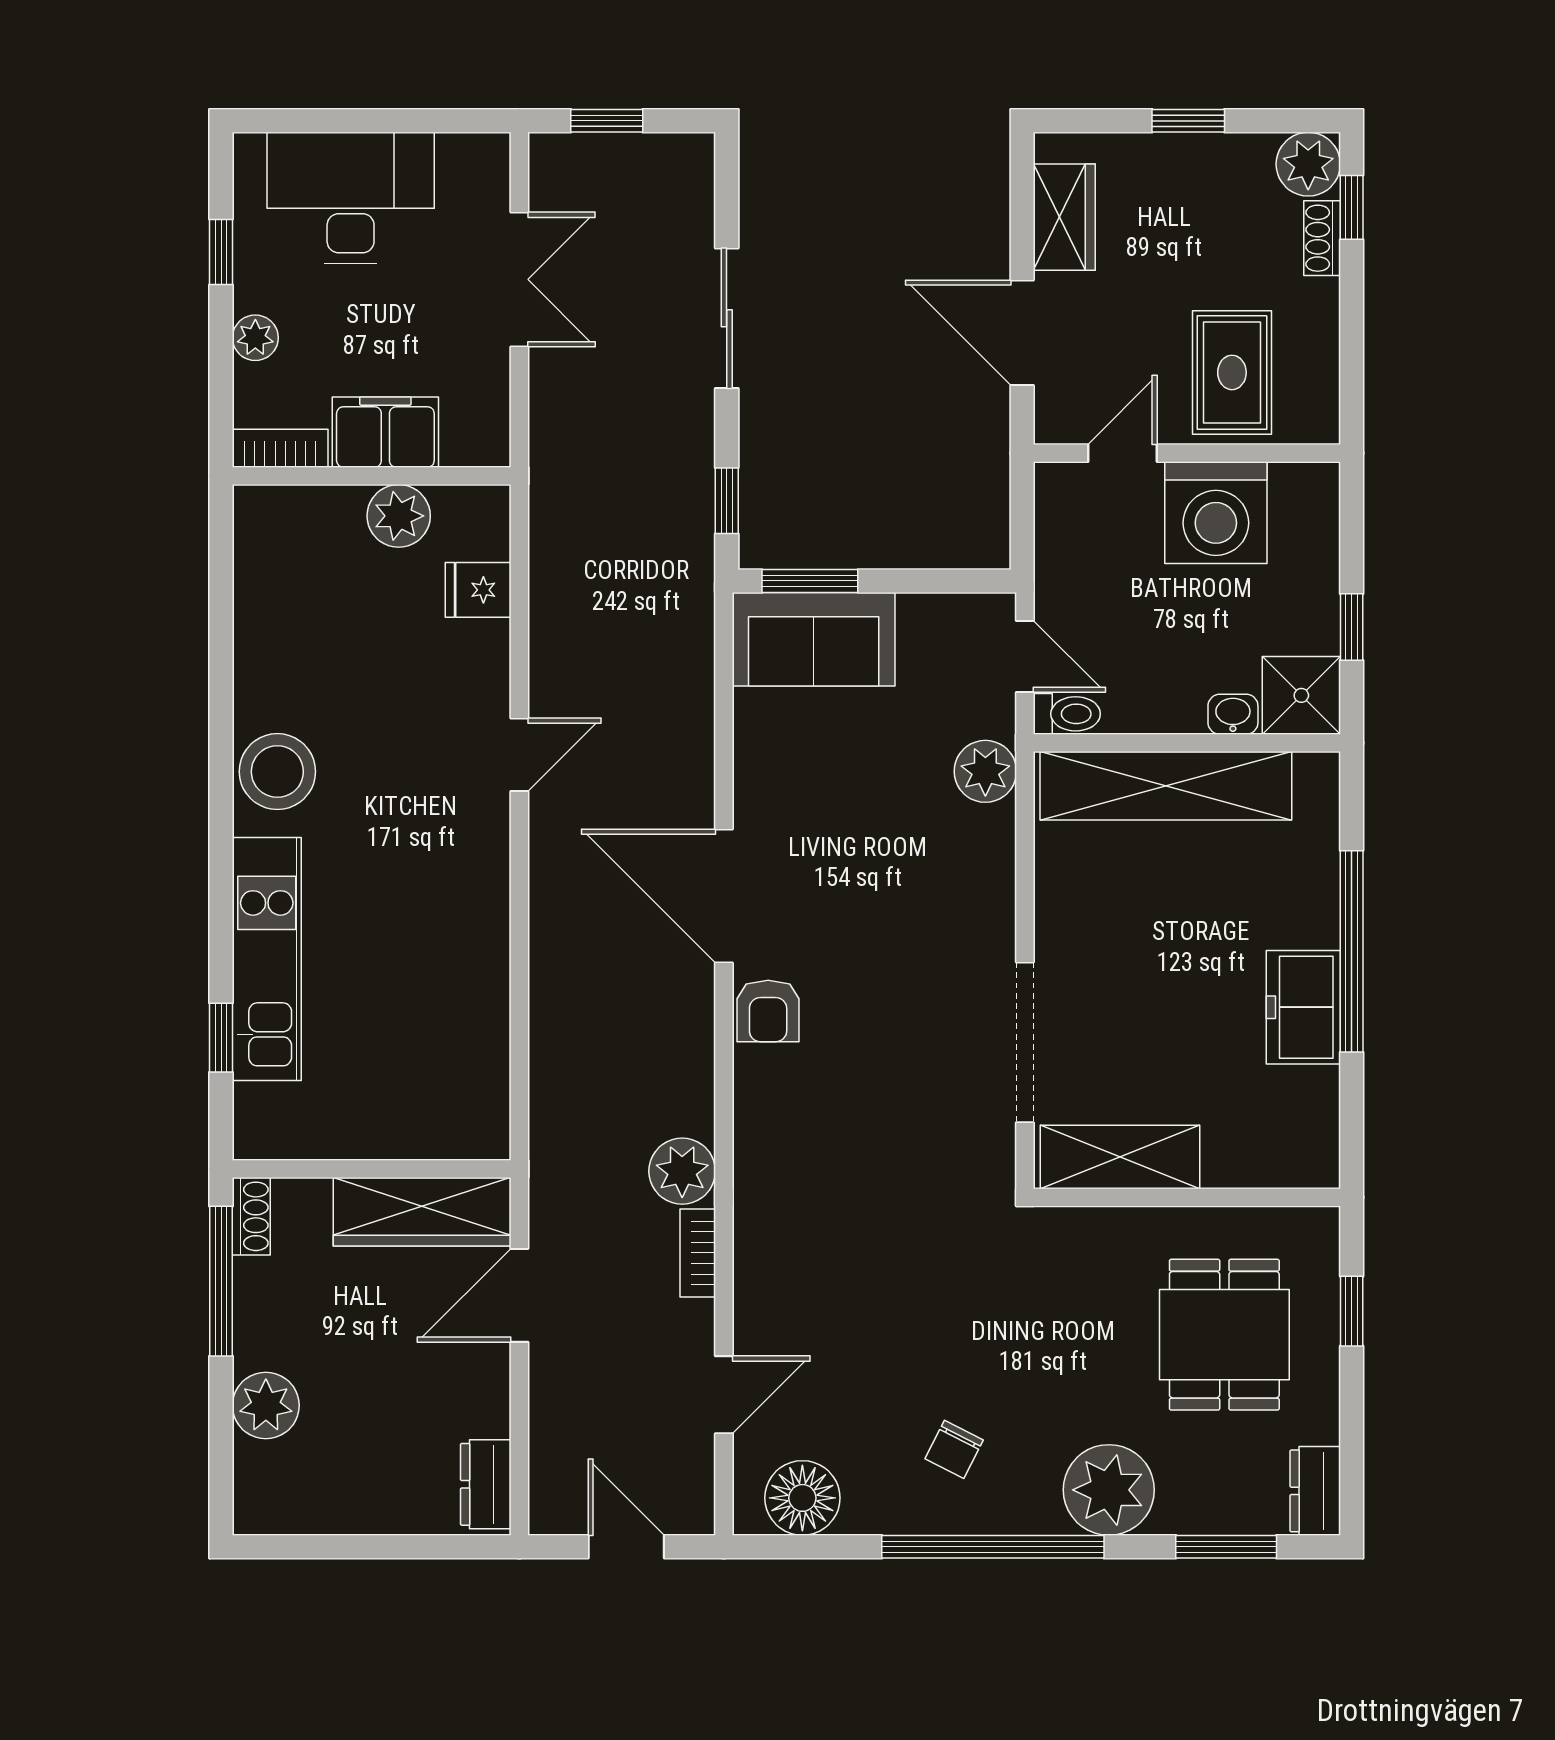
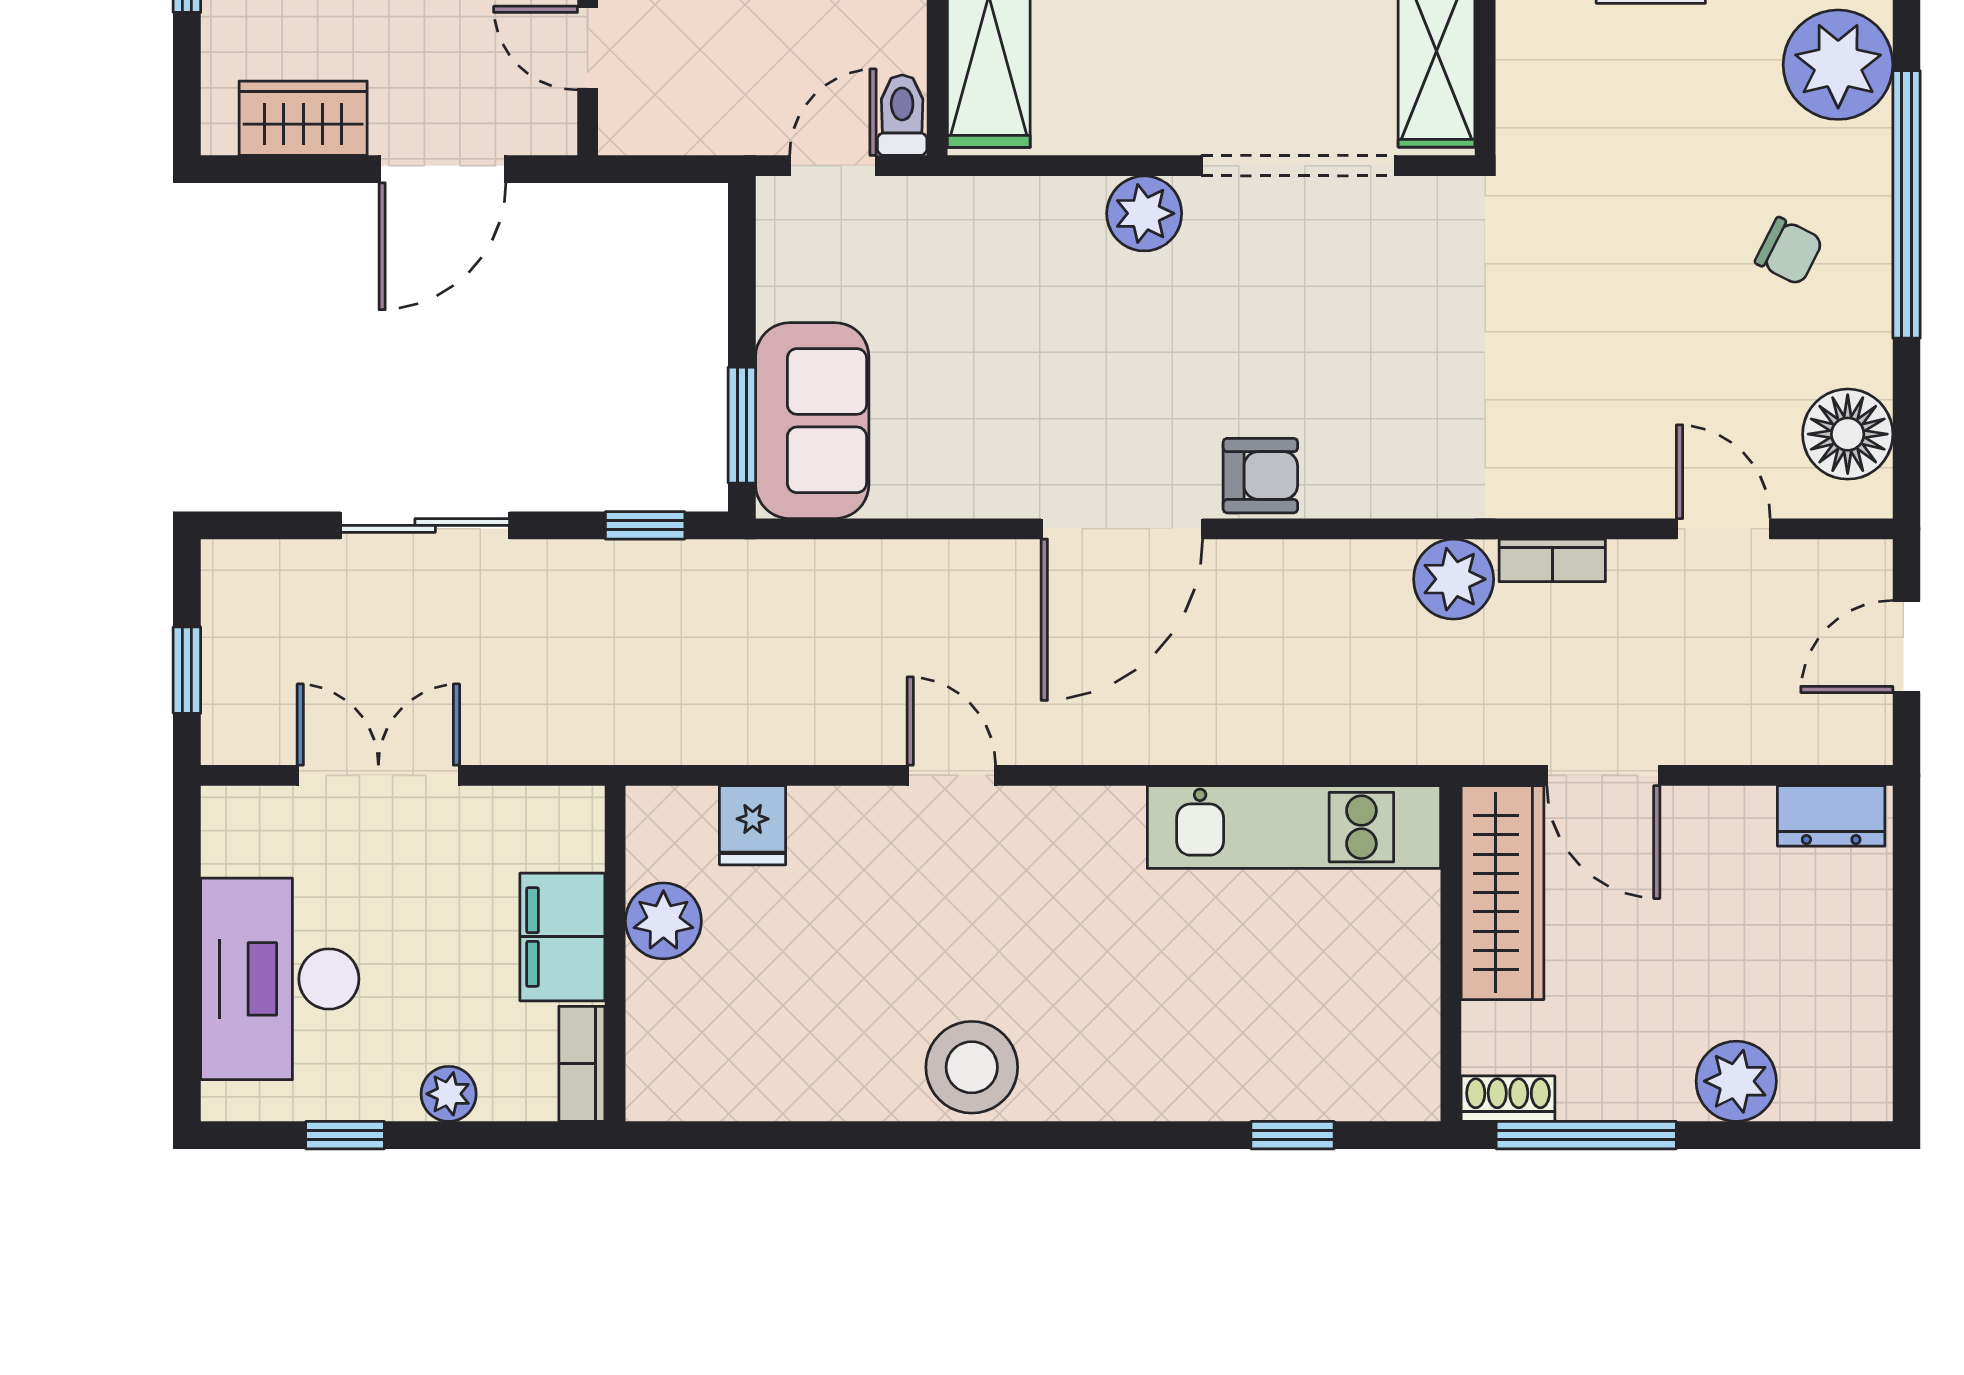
plant: (985, 771) -> (1144, 213), moved
kitchen unit: (267, 959) -> (1294, 827), moved, turned 180

